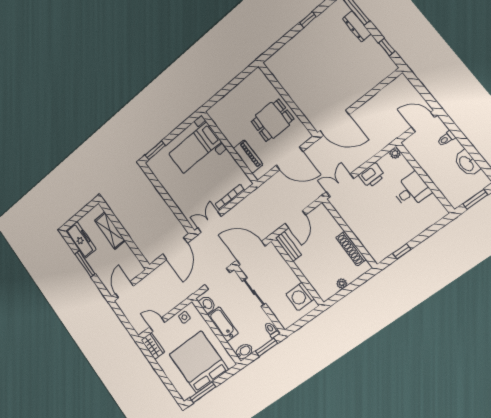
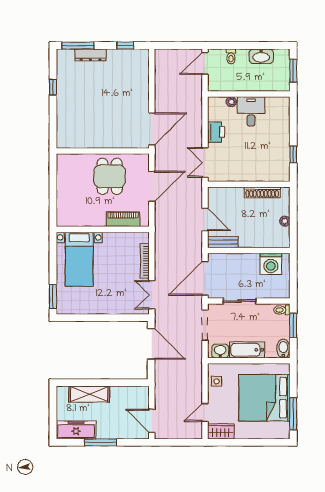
plant: (395, 153) -> (231, 102), moved

